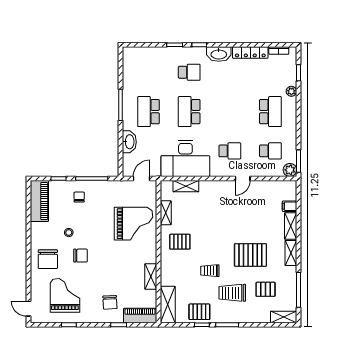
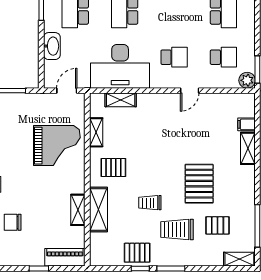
shelving: (291, 253) -> (248, 181), removed
pallet: (250, 255) -> (199, 184), turned 90
chair: (110, 302) -> (13, 222), moved, turned 93
shelving: (168, 304) -> (99, 210), moved

